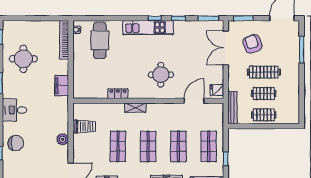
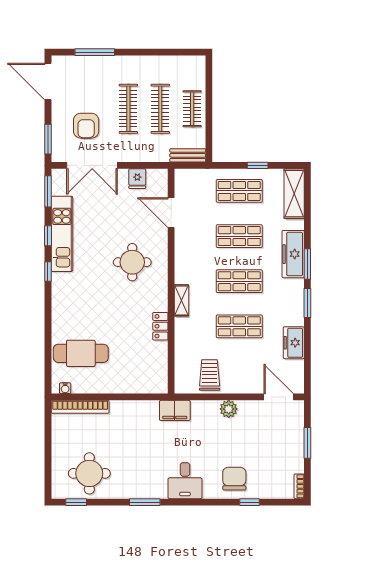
kitchen unit: (148, 28) -> (62, 234), moved
armchair: (252, 44) -> (86, 126), turned -70
round table: (23, 59) -> (89, 473), moved
filing cabinet: (62, 86) -> (175, 410), moved
fridge: (217, 90) -> (137, 179), moved
clothes rail: (264, 93) -> (160, 109), width x1.36
bench: (232, 108) -> (188, 155), width x0.73

